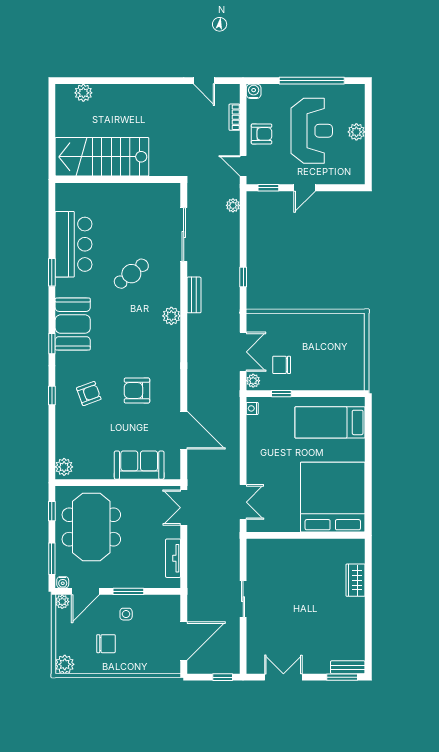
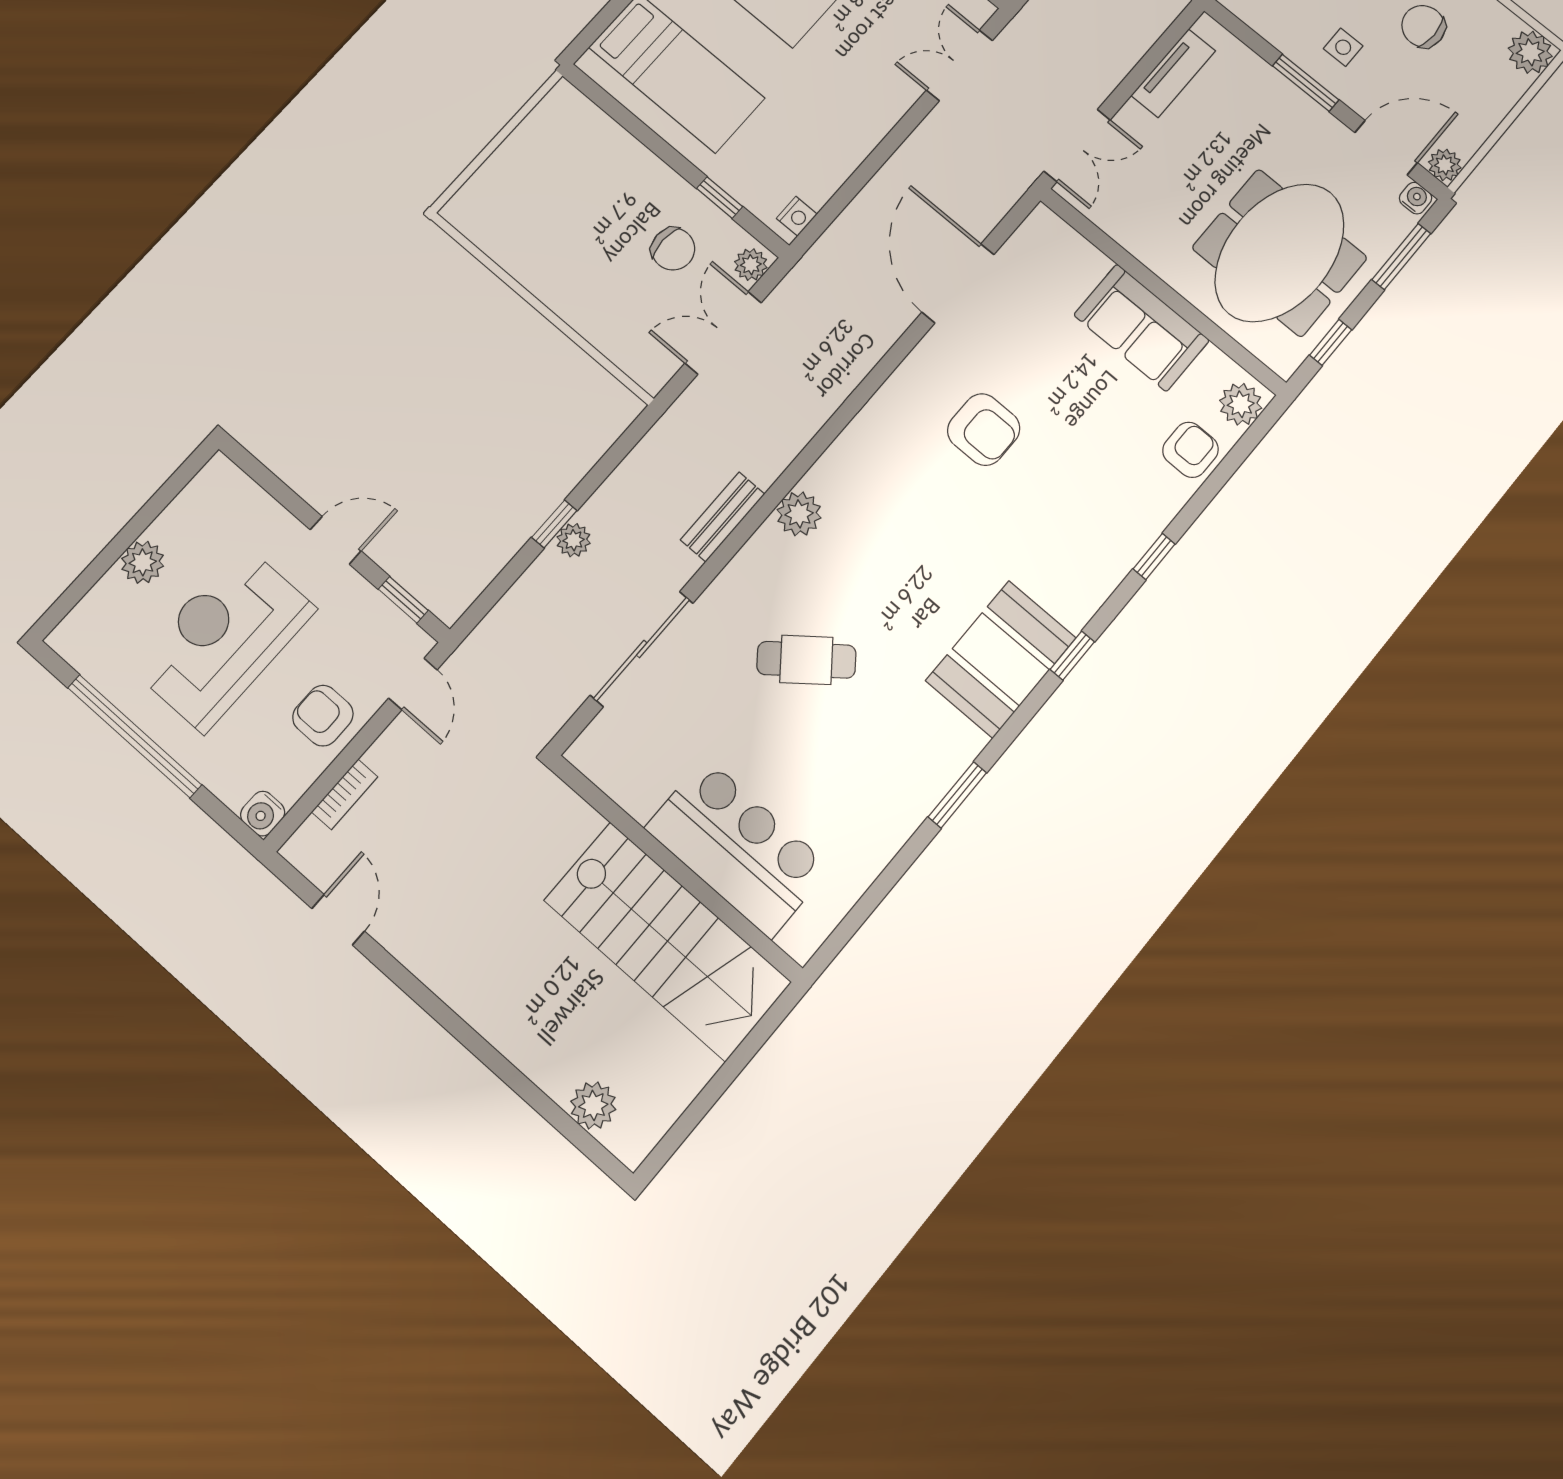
plant: (233, 205) -> (574, 540), moved
bar counter: (74, 244) -> (738, 848), moved, turned 90
window: (243, 277) -> (554, 524), moved
armchair: (89, 394) -> (1190, 450), moved, turned 110
sofa: (139, 465) -> (1141, 328), moved

